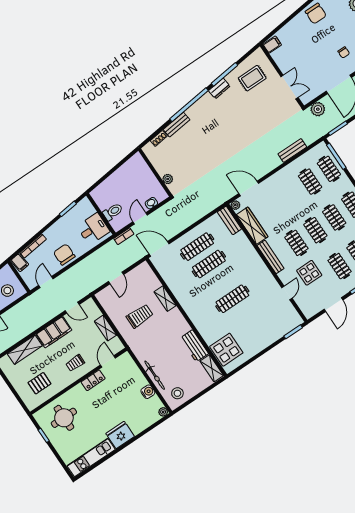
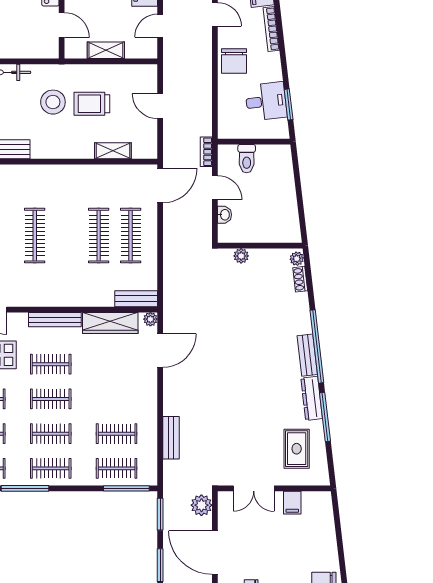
filing cabinet: (272, 45) -> (292, 503), moved
dresser: (219, 88) -> (312, 398), width x1.44
bench: (177, 125) -> (307, 355), moved
plant: (149, 148) -> (297, 259), added
desk: (93, 229) -> (266, 101), moved, turned -97
chair: (64, 254) -> (234, 61), turned 90
shelving: (165, 299) -> (113, 151), moved
trolley: (140, 316) -> (92, 104), turned 90
stool: (153, 338) -> (53, 102), added

